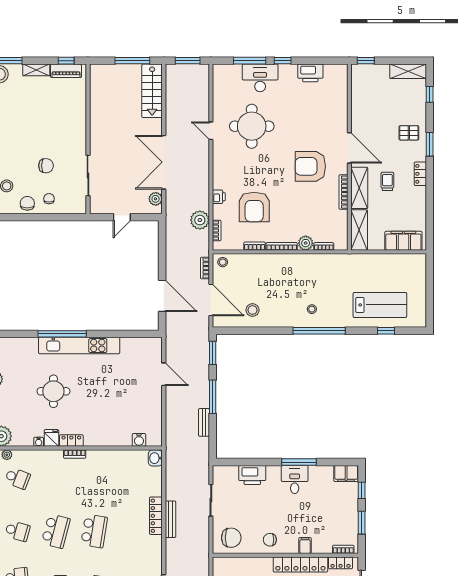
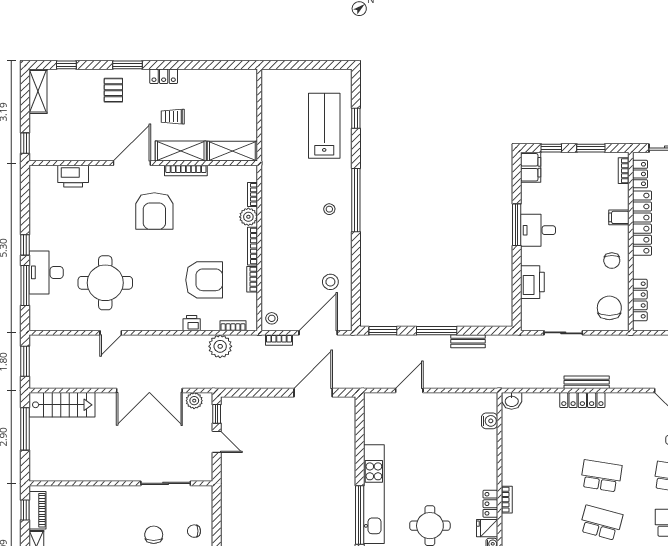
printer: (310, 73) -> (73, 176), moved, turned 90
window: (145, 217) -> (217, 414), added
filing cabinet: (403, 241) -> (246, 97), removed
locker: (238, 563) -> (640, 300), added

